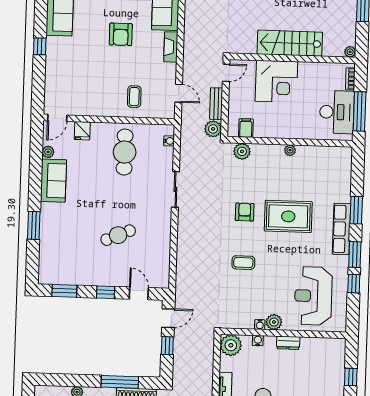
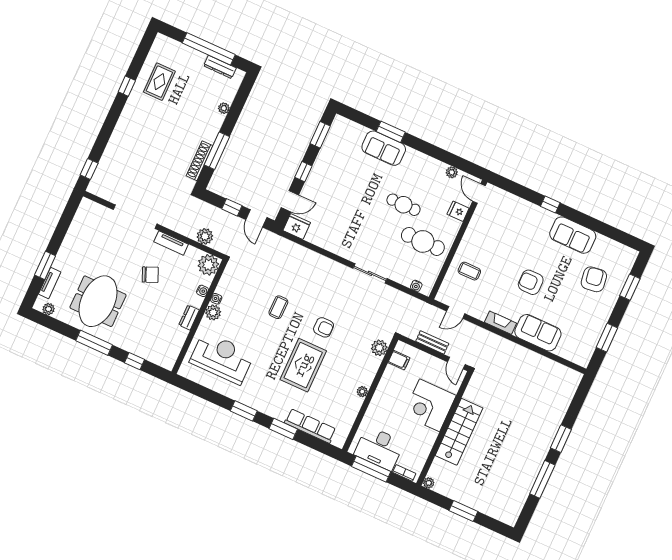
plant: (213, 129) -> (205, 236), moved
sofa: (53, 181) -> (384, 148), moved
row of seats: (341, 229) -> (310, 426), moved
cafe table: (118, 235) -> (403, 205), moved, turned -67
fridge: (160, 277) -> (297, 226), added
window: (354, 284) -> (218, 399), removed

